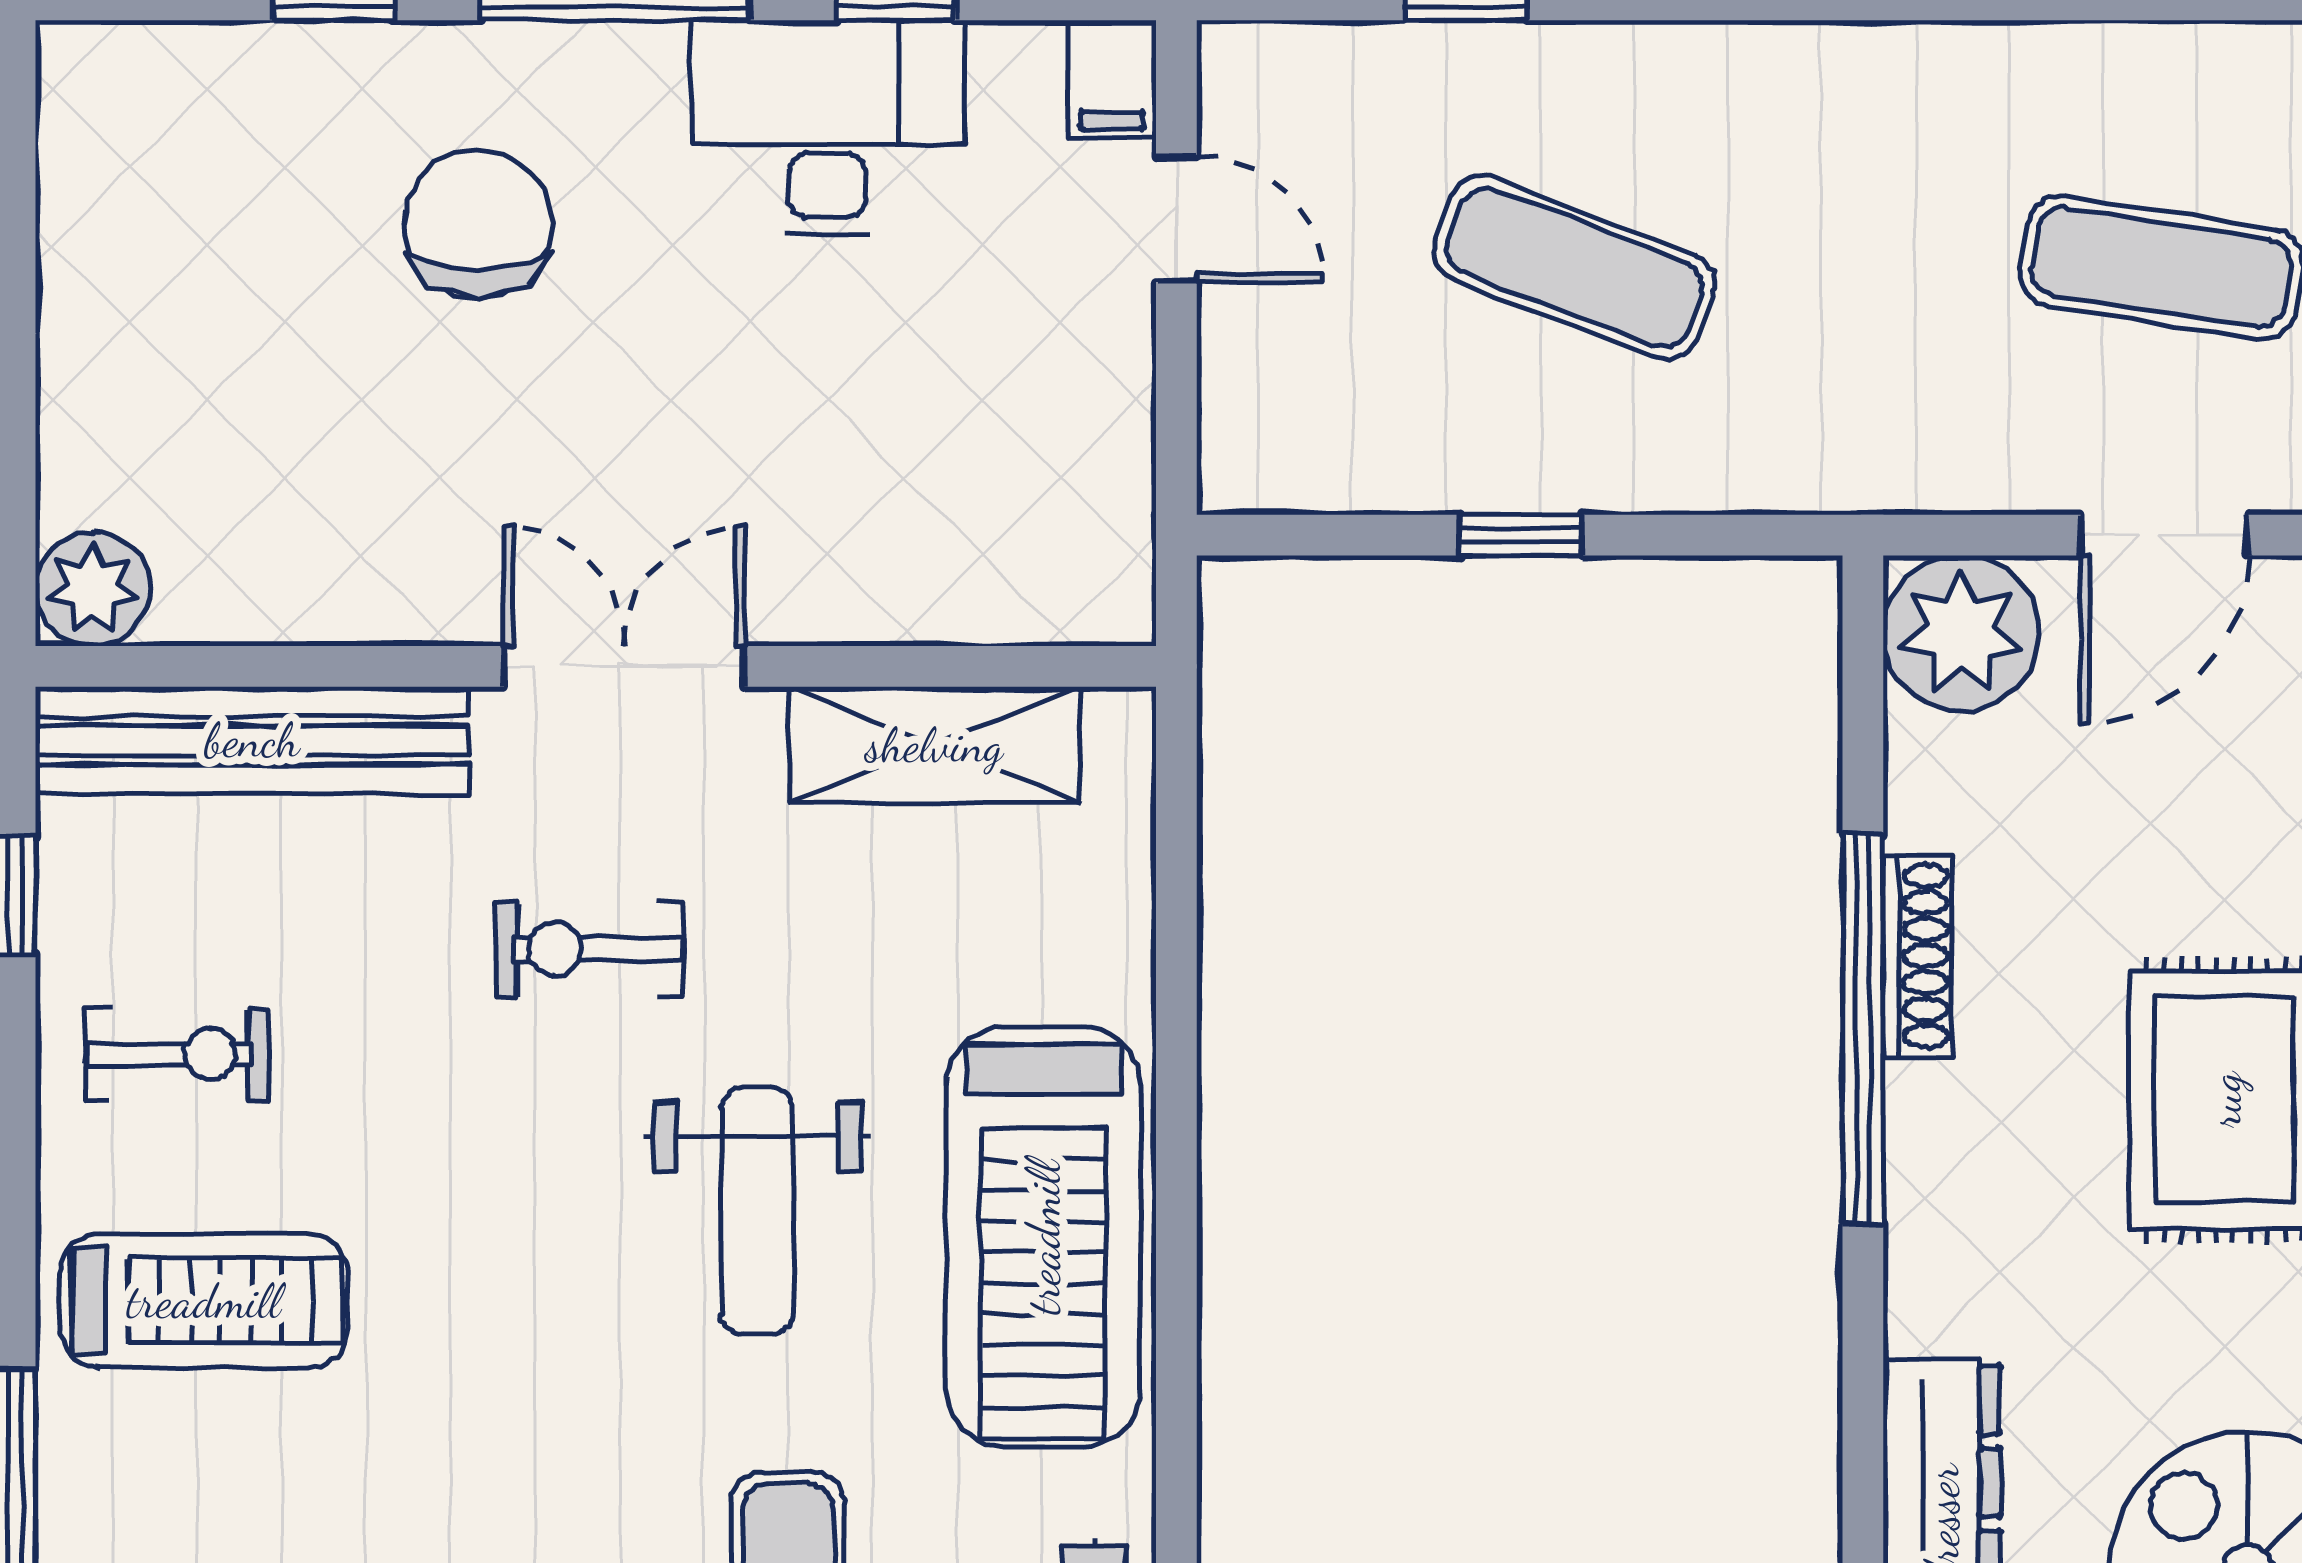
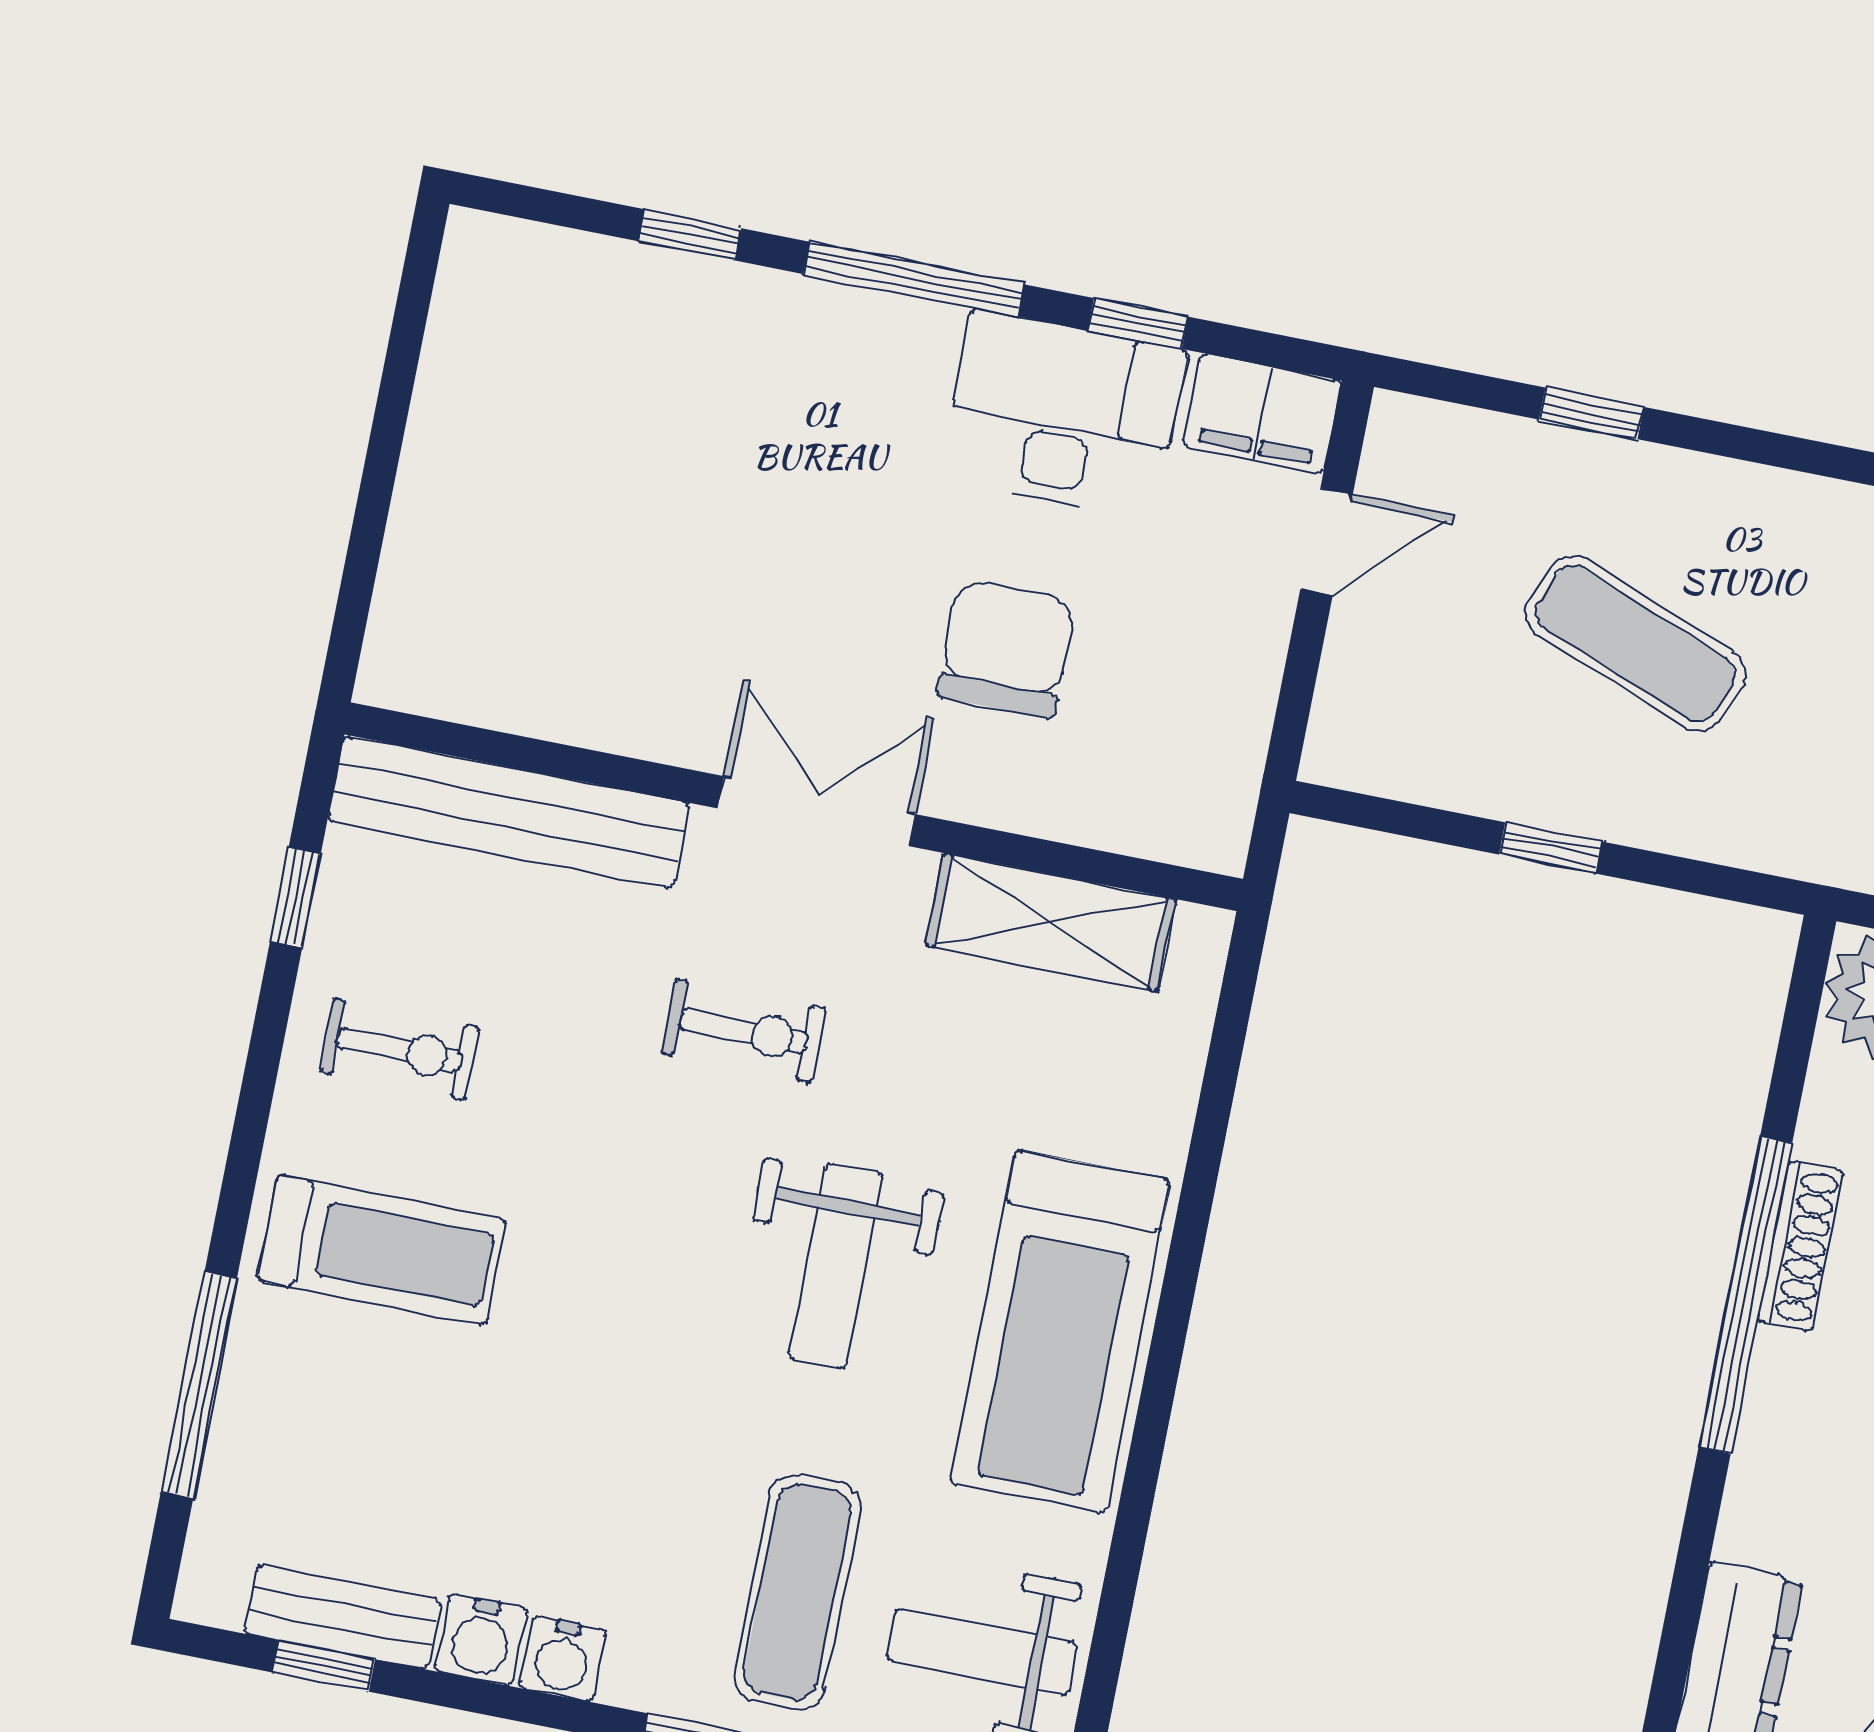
filing cabinet: (1112, 79) -> (1262, 414), width x2.00
door: (1176, 219) -> (1326, 542), hinge flipped
chair: (478, 224) -> (1006, 649), moved
plant: (93, 589) -> (405, 666), removed
exercise bike: (589, 949) -> (744, 1031), turned 180

